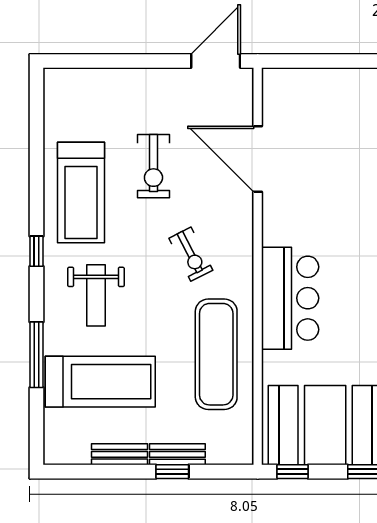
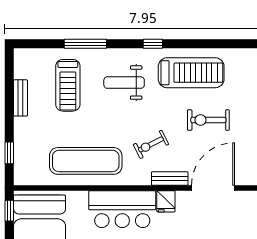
treadmill: (81, 192) -> (191, 73), turned 180
fridge: (278, 231) -> (166, 201), added
treadmill: (100, 382) -> (68, 85), width x0.73, depth x0.73
bench: (177, 454) -> (170, 179), moved, turned 90
window: (172, 472) -> (9, 153), moved

